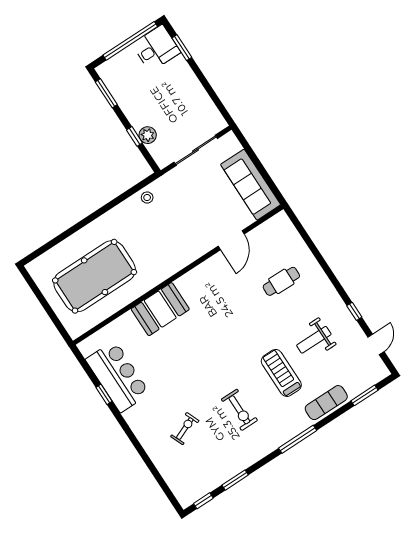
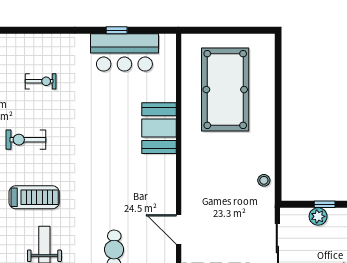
exercise bike: (185, 429) -> (41, 81), turned -67

